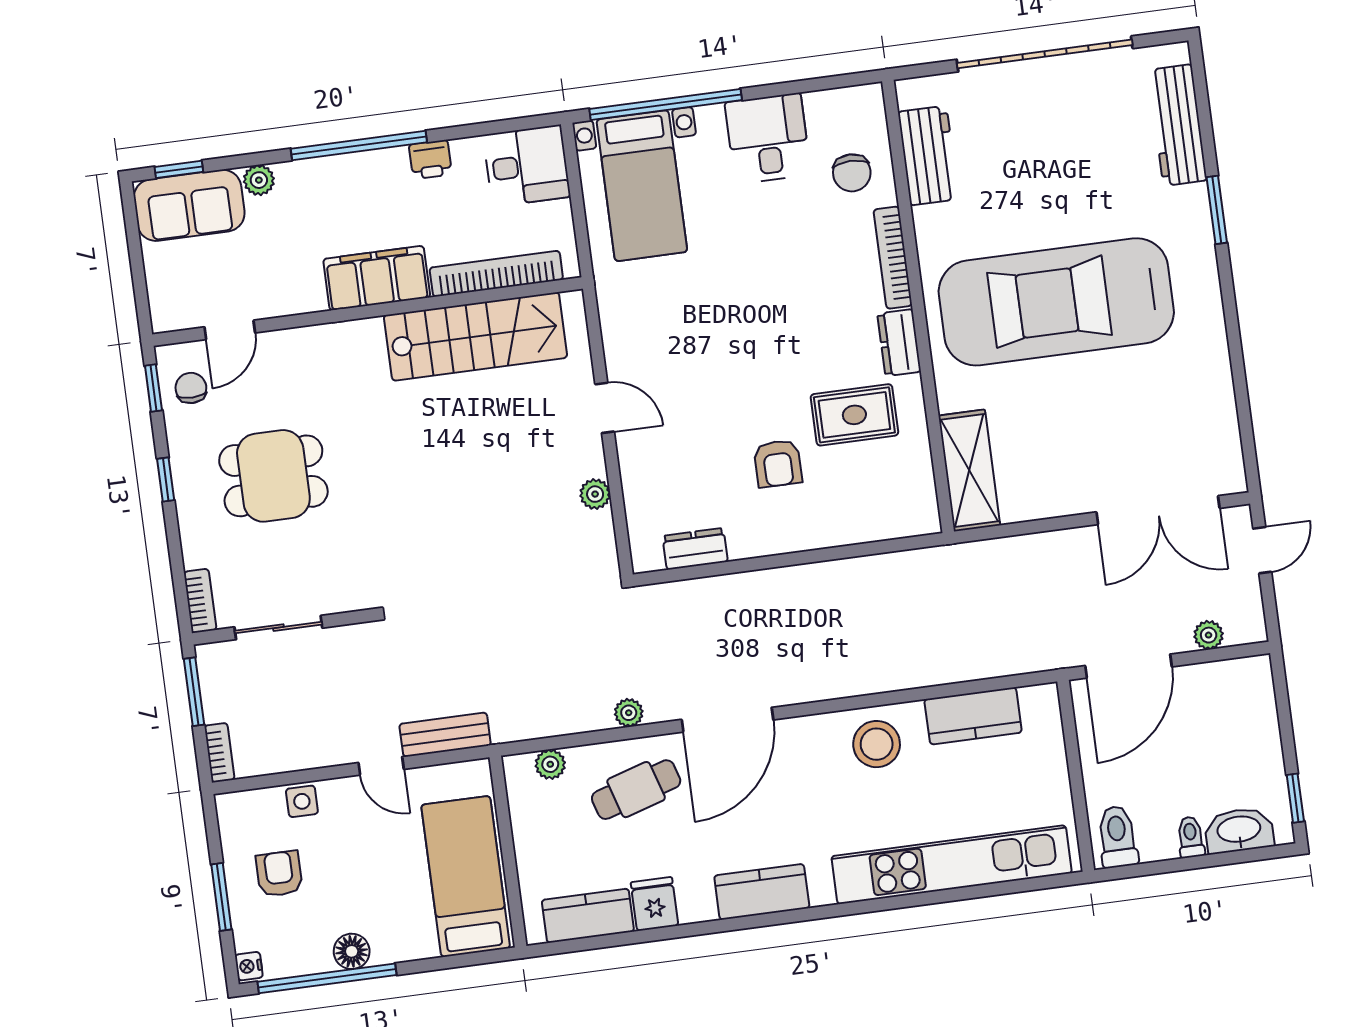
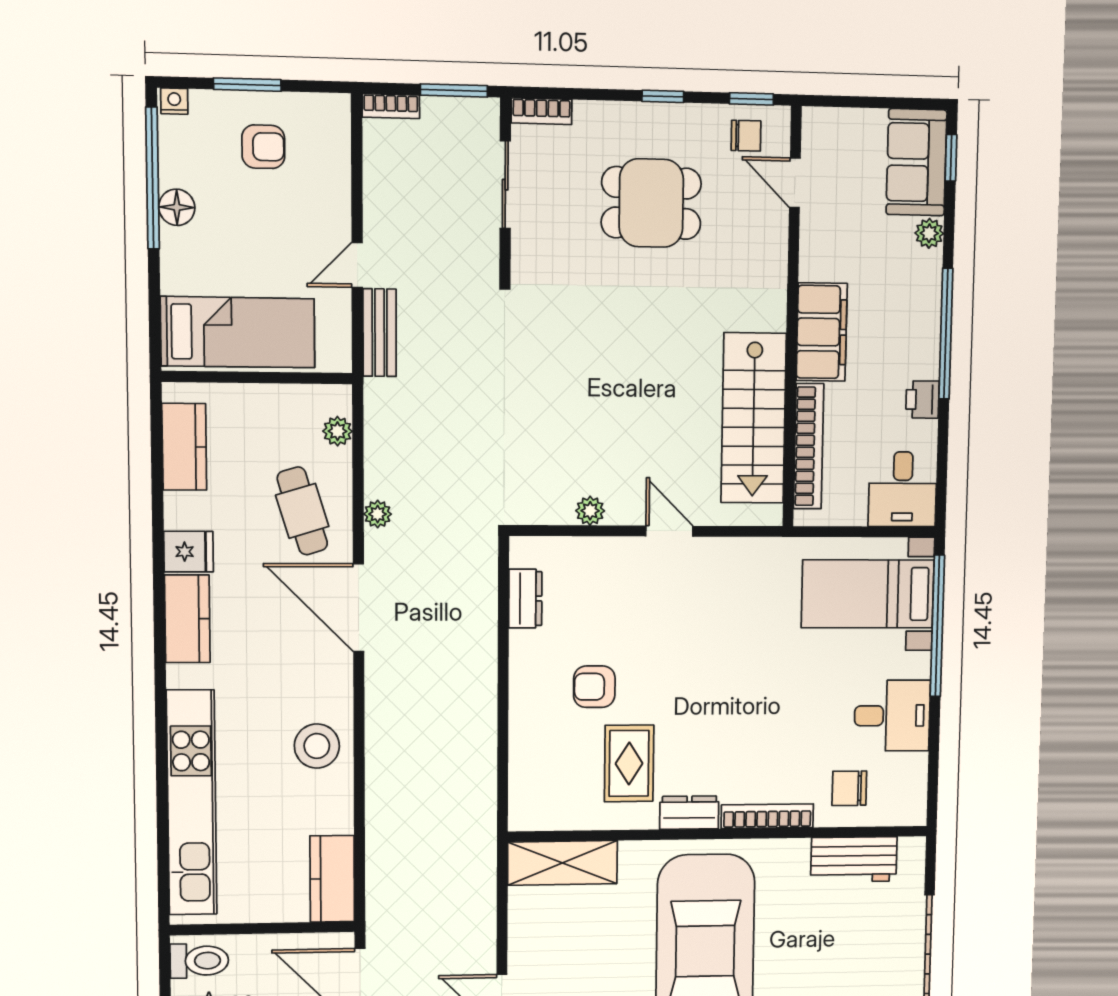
door: (605, 408) -> (669, 531), swing flipped
dining table: (273, 476) -> (651, 203), turned 90
kitchen counter: (973, 716) -> (332, 879), moved
side table: (302, 801) -> (332, 181), removed
fridge: (654, 904) -> (189, 552), moved

